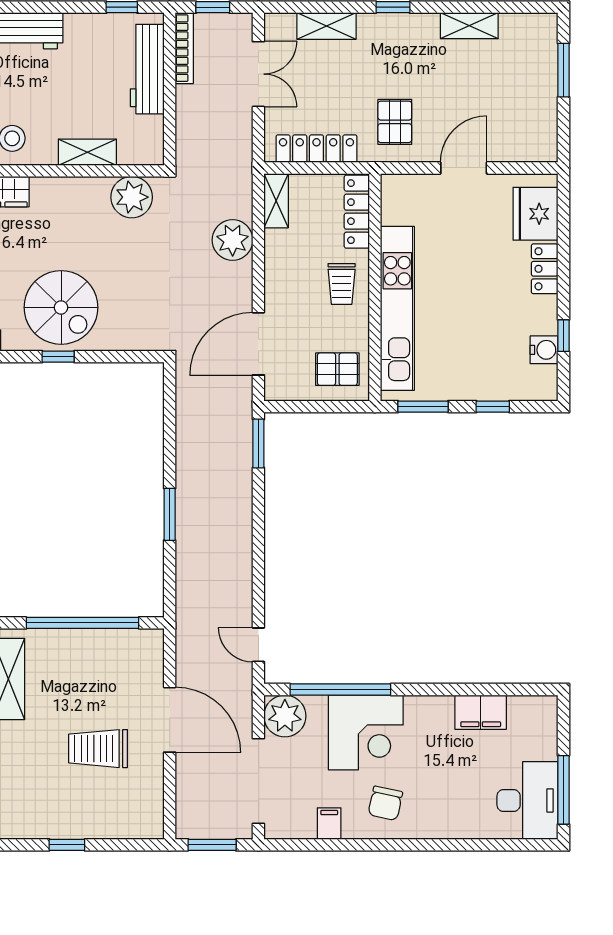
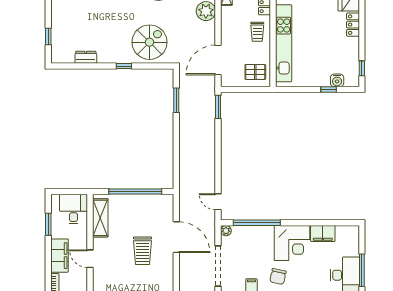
spiral stairs: (61, 307) -> (150, 42), moved, turned -90
window: (564, 336) -> (362, 68), moved
water cooler: (544, 350) -> (337, 80), moved, turned 90
window: (423, 407) -> (296, 90), removed
window: (170, 514) -> (176, 100), moved
plant: (285, 716) -> (226, 231), width x0.53, depth x0.53
corner desk: (366, 732) -> (292, 243), moved
trolley: (98, 749) -> (143, 251), turned -90

